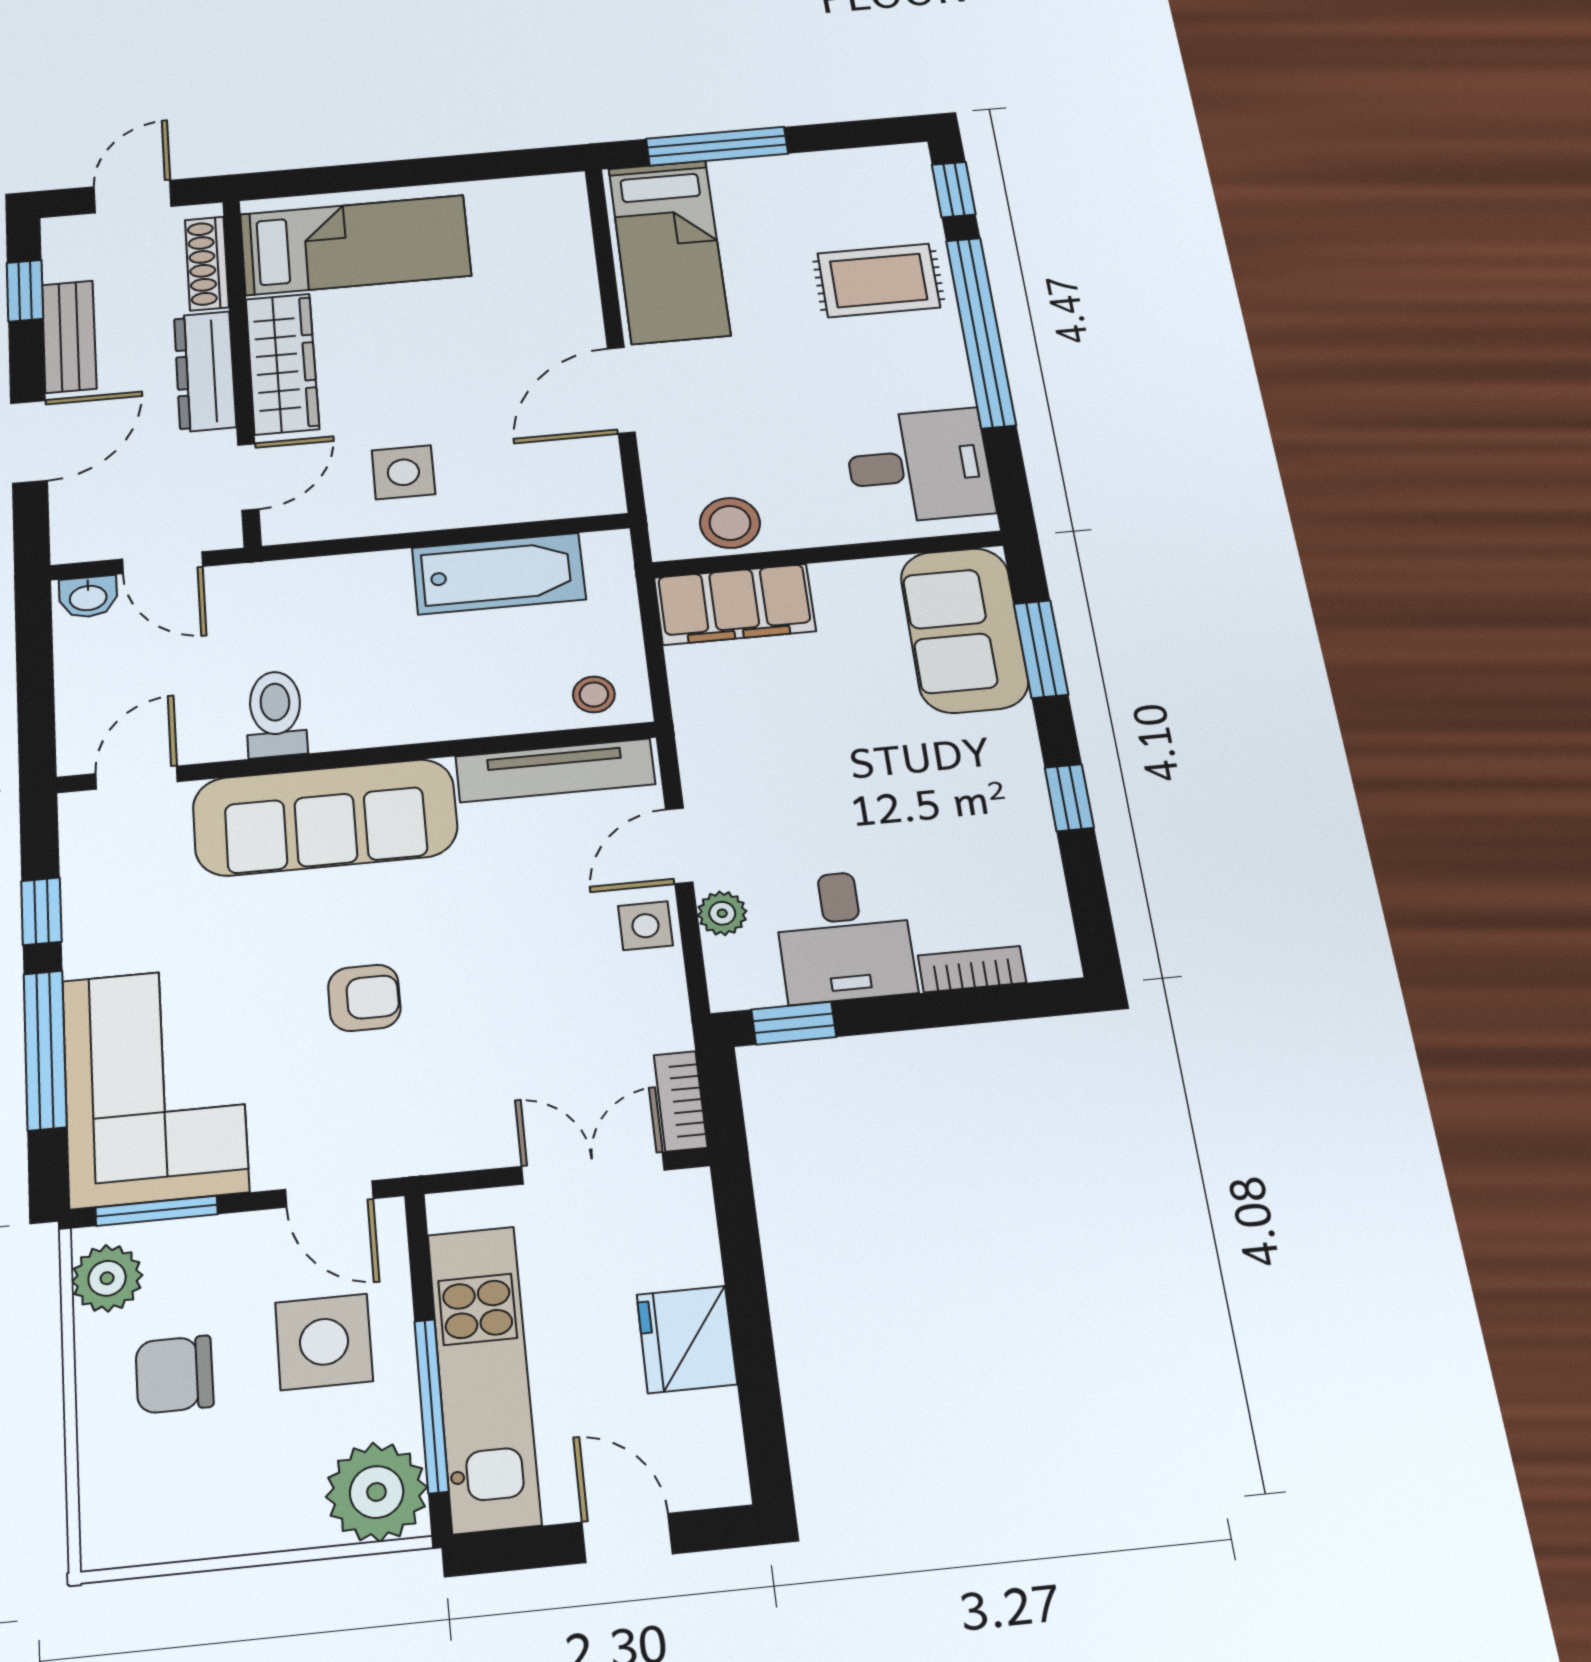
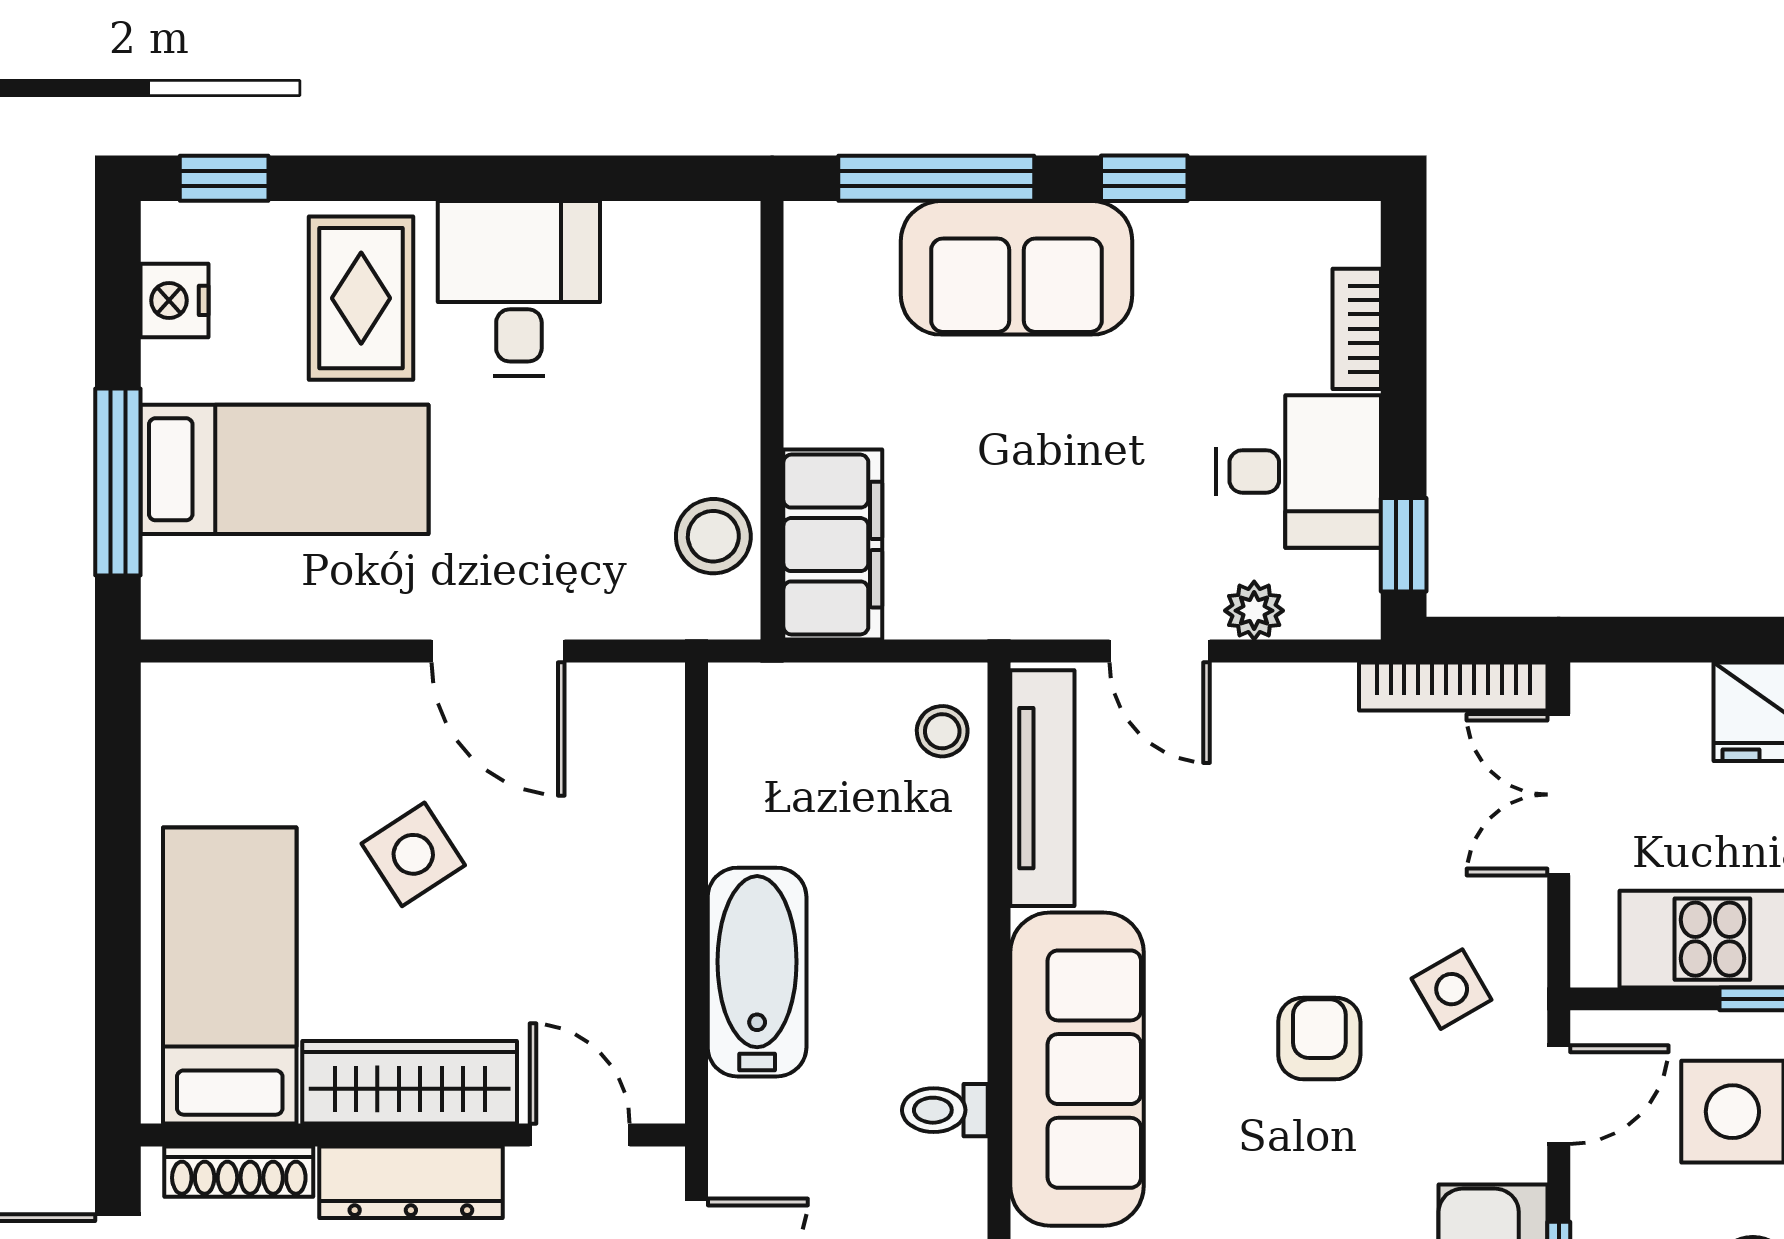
nightstand: (857, 168) -> (174, 300), added
bed: (669, 251) -> (284, 469), moved
window: (981, 332) -> (457, 178), removed
desk: (919, 466) -> (519, 288), moved
side table: (403, 472) -> (413, 854), moved, turned -33
bathtub: (499, 574) -> (757, 972), moved
sofa: (964, 630) -> (1017, 268), moved
window: (1041, 649) -> (936, 178), width x1.44
toilet: (276, 714) -> (945, 1110), width x0.73, depth x0.72
side table: (645, 926) -> (1452, 989), moved, turned -30
bookcase: (681, 1101) -> (1453, 686), width x1.56

